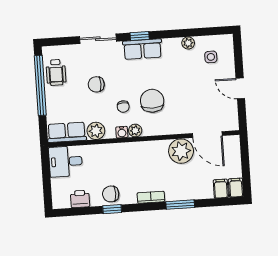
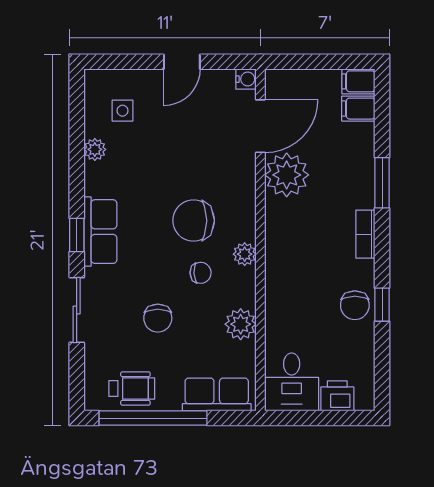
row of seats: (67, 132) -> (217, 395), moved, turned 90
water cooler: (122, 132) -> (246, 79), moved
printer: (80, 199) -> (337, 396), moved, turned 90

